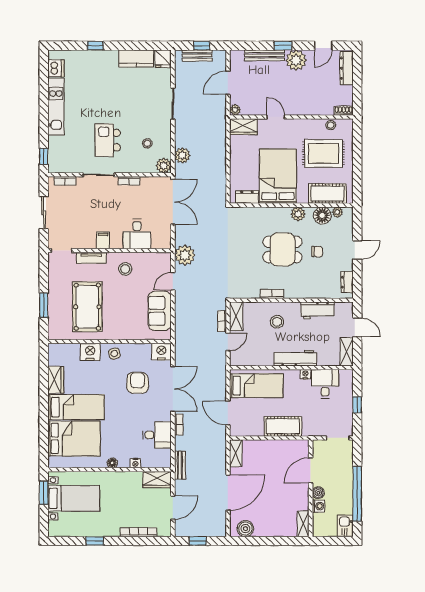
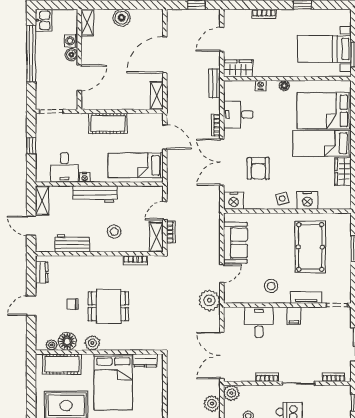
bookcase: (272, 294) -> (135, 260), moved
boiler: (245, 529) -> (122, 18), moved
bookcase: (139, 532) -> (264, 14), width x0.64

